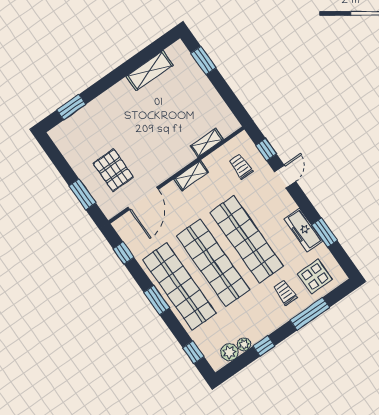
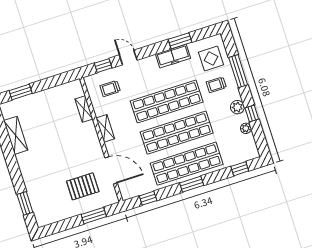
plant: (229, 352) -> (237, 107), moved

